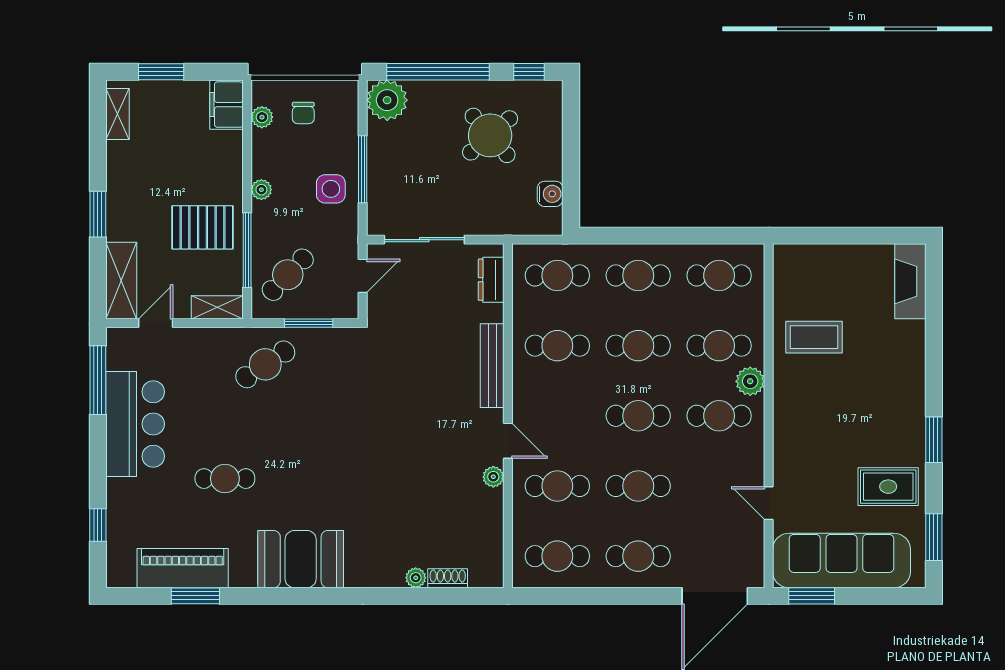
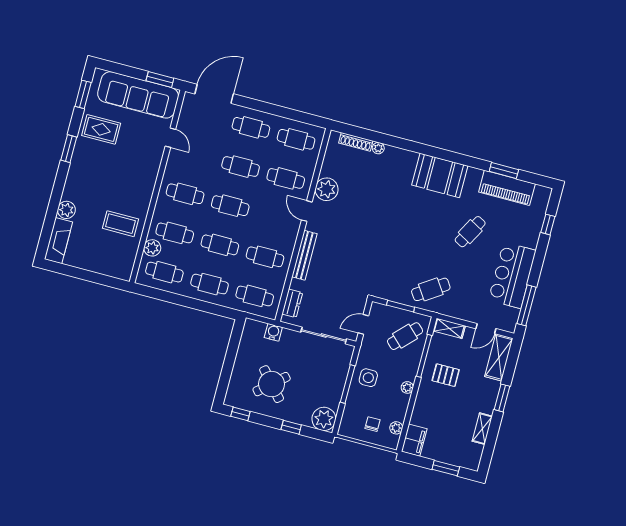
window: (438, 72) -> (291, 427), width x0.32
shelving: (117, 114) -> (482, 429), moved
water cooler: (550, 194) -> (273, 332), moved, turned 90
pallet: (202, 227) -> (446, 375), width x0.67, depth x0.71
plant: (911, 336) -> (66, 210), added
plant: (750, 381) -> (152, 248), moved
plant: (493, 477) -> (327, 189), width x1.87, depth x1.87
cafe table: (225, 479) -> (470, 232), turned -61
shoe rack: (448, 578) -> (356, 142), width x1.43

